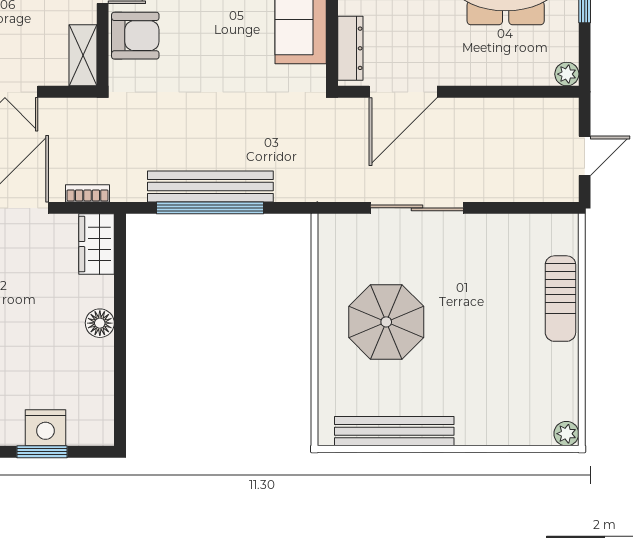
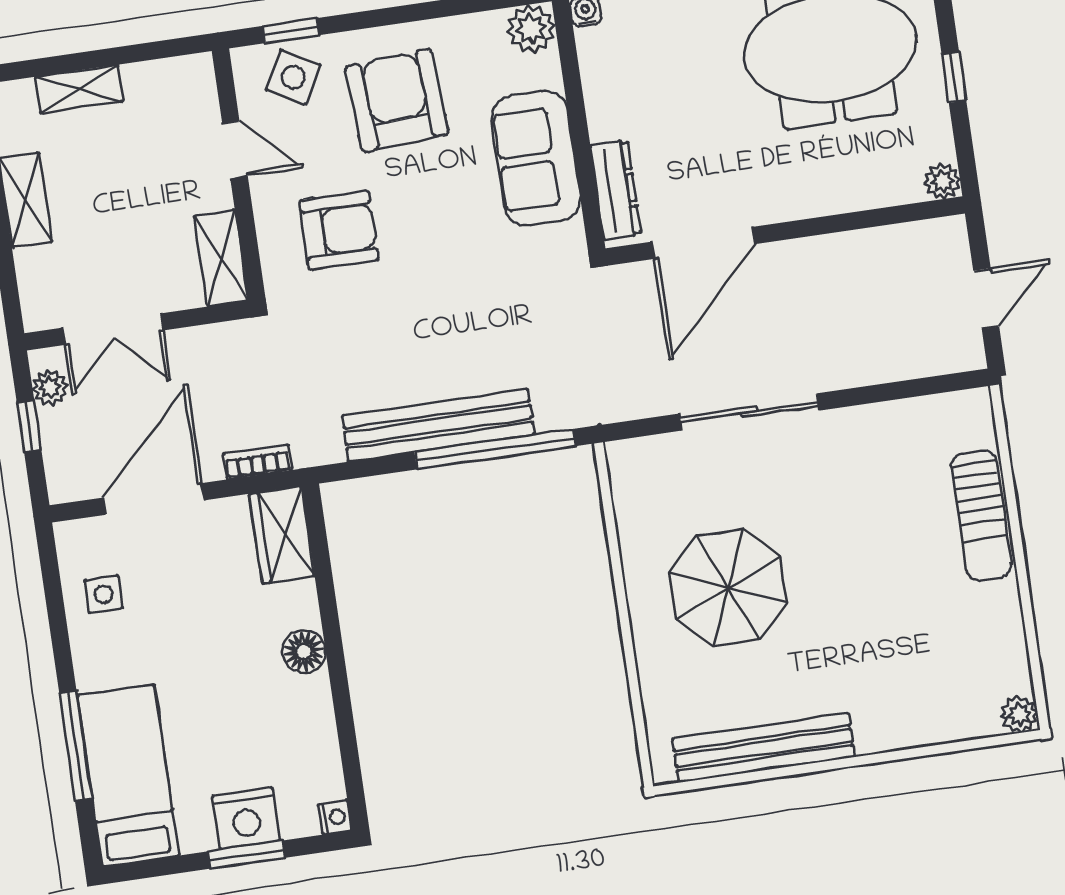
armchair: (135, 36) -> (339, 230), moved
window: (210, 208) -> (495, 449), moved
nightstand: (104, 436) -> (335, 817), added

